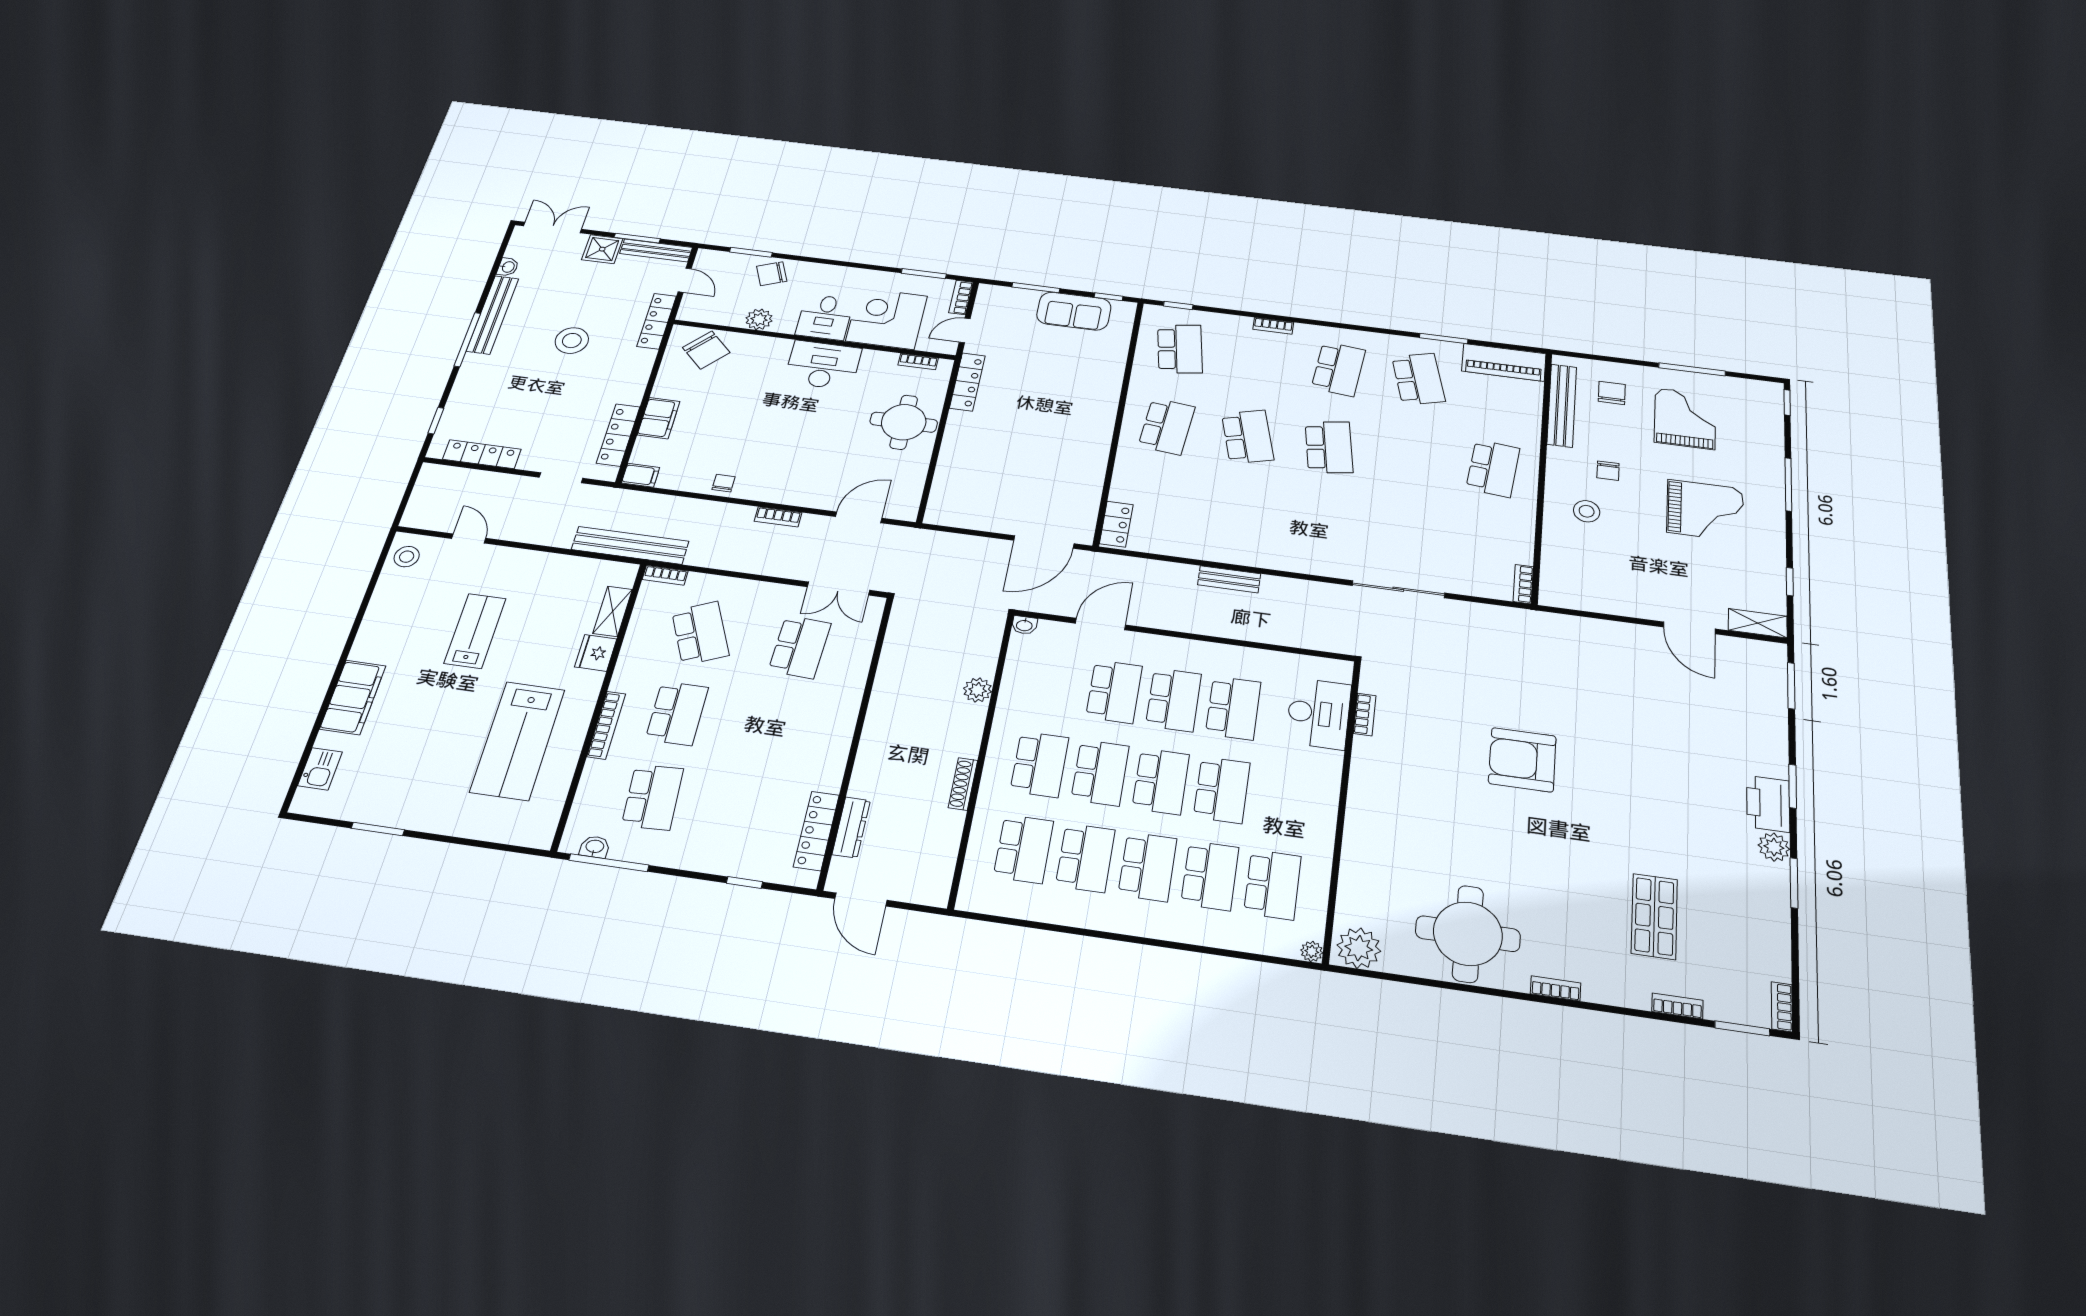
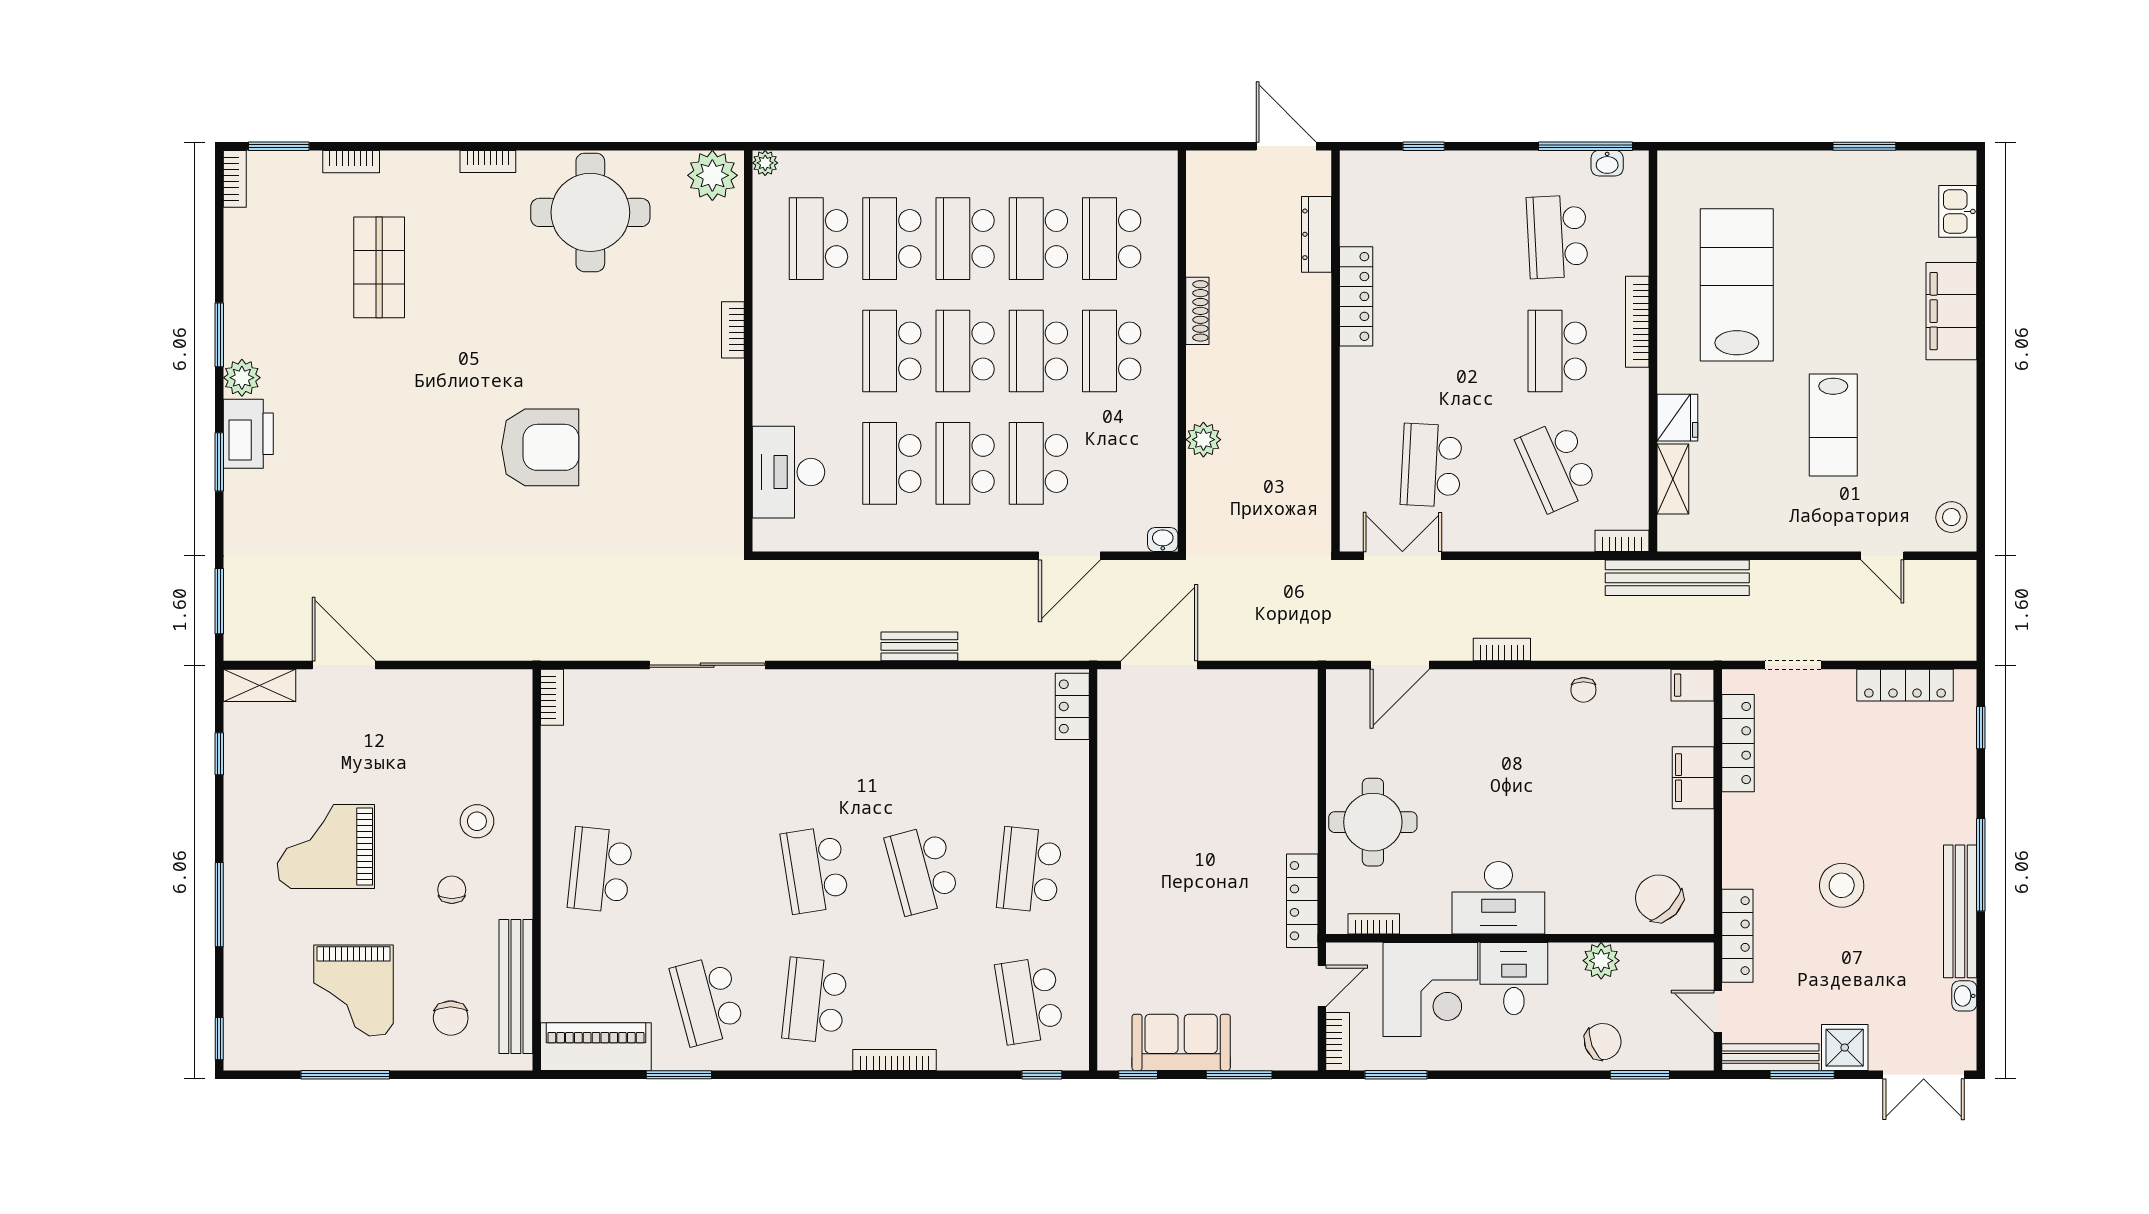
bookcase: (1273, 326) -> (895, 1060), width x1.56
bookcase: (1365, 715) -> (733, 330), moved
locker: (816, 831) -> (1356, 296), moved

